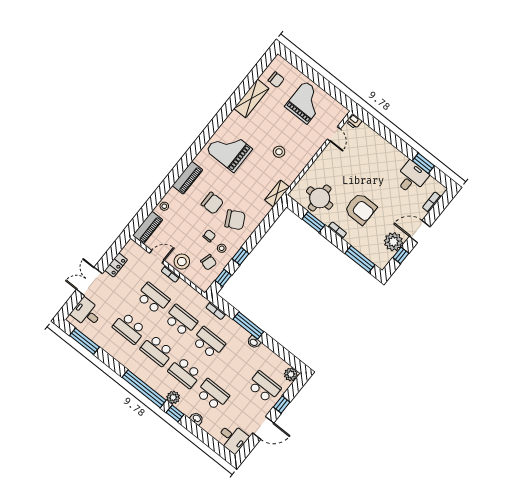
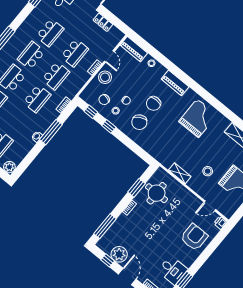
stool: (279, 152) -> (208, 171), moved
shelving: (277, 194) -> (180, 173), moved
armchair: (361, 209) -> (194, 237), moved, turned 180
school desk: (129, 328) -> (50, 33), turned 180

